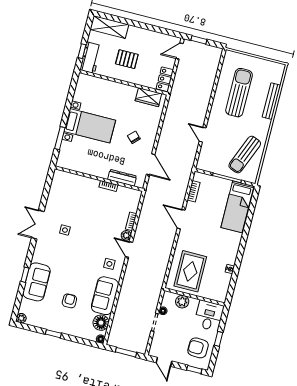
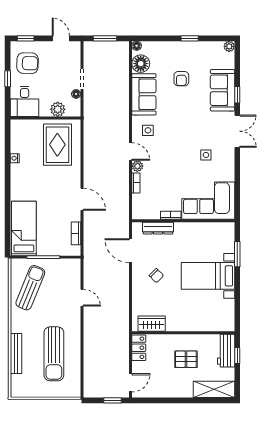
corner sofa: (73, 190) -> (208, 201), added
double door: (38, 225) -> (237, 131), moved

